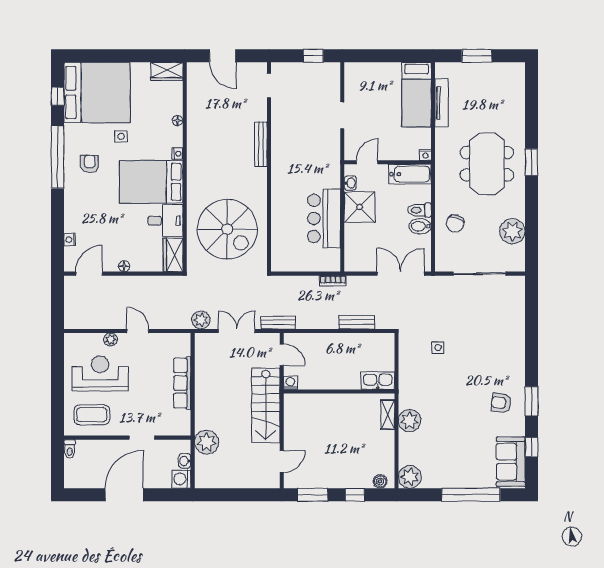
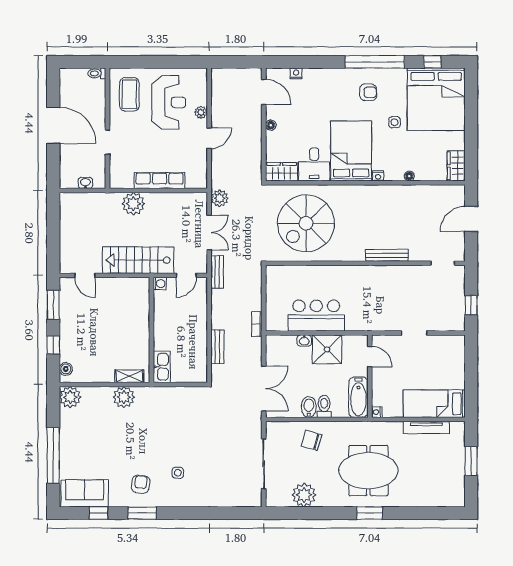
washbasin: (350, 183) -> (304, 341), moved
side table: (438, 348) -> (178, 473), moved
plant: (207, 442) -> (133, 204), moved
washing machine: (181, 479) -> (68, 180), removed

